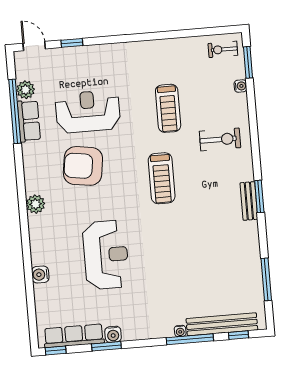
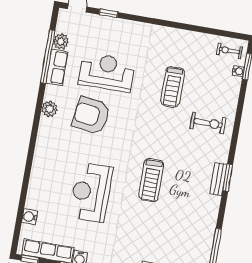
water cooler: (240, 86) -> (238, 71), moved
treadmill: (162, 178) -> (151, 180), moved
plant: (35, 204) -> (49, 109), moved
reception desk: (106, 255) -> (91, 192), turned 180
water cooler: (40, 275) -> (30, 217), moved

